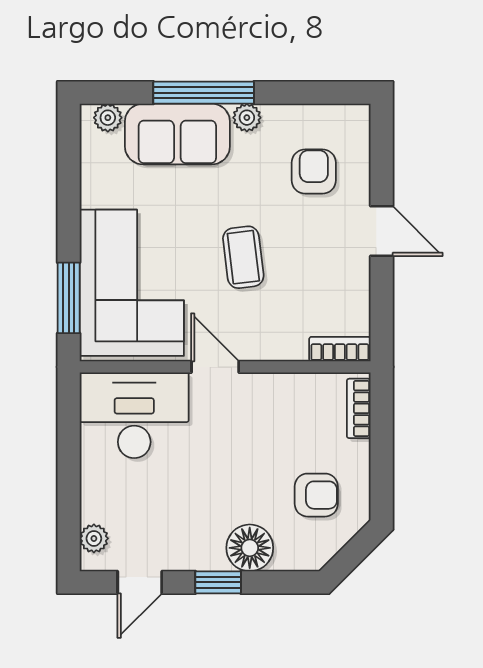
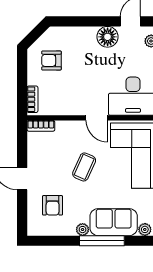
coffee table: (243, 257) -> (84, 167), turned 31
floor lamp: (250, 548) -> (108, 37), moved
window: (218, 582) -> (95, 21), removed

